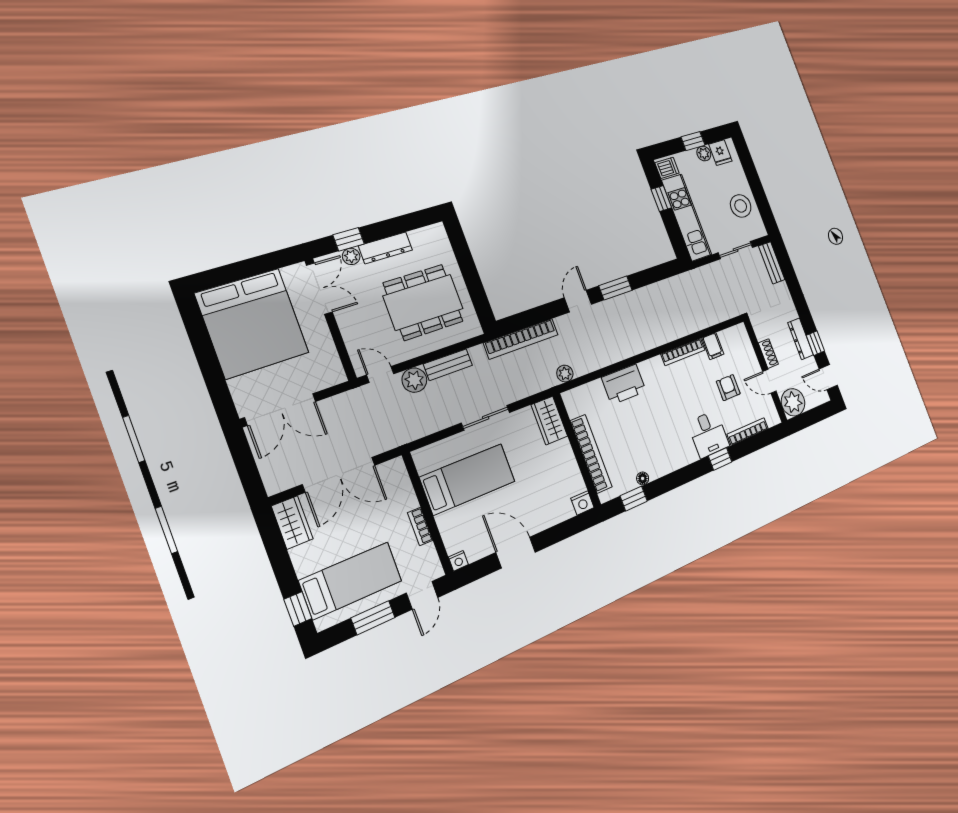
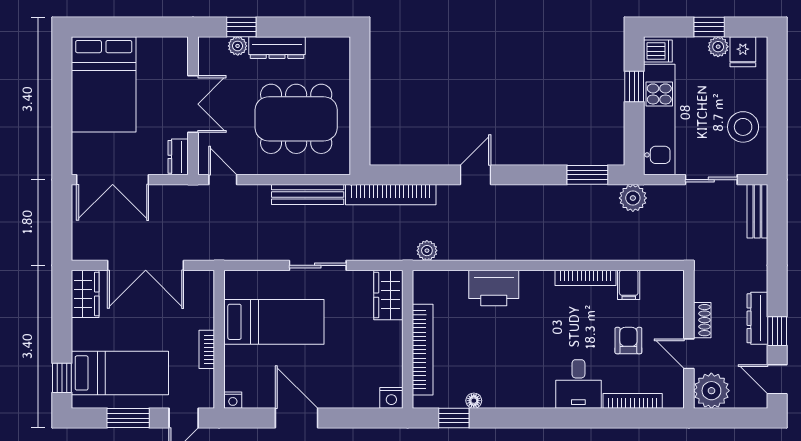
window: (616, 288) -> (587, 175), moved
double door: (319, 289) -> (193, 104), moved
bed: (252, 323) -> (104, 84), width x0.73
bench: (448, 365) -> (308, 194), width x1.36
dresser: (334, 368) -> (178, 157), added
plant: (414, 380) -> (633, 198), moved
window: (720, 459) -> (582, 418), removed

